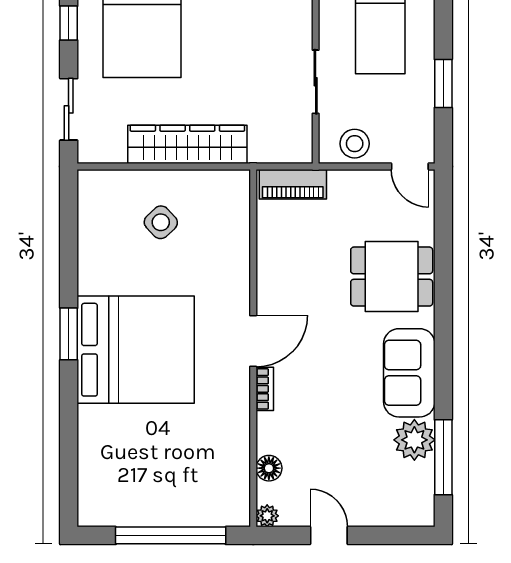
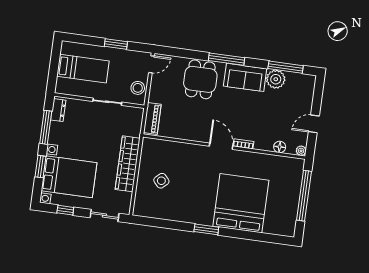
window: (443, 327) -> (227, 59), added
bed: (136, 350) -> (241, 203), moved

